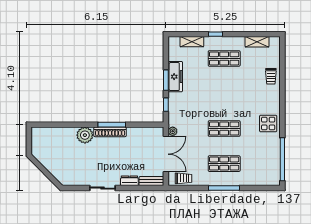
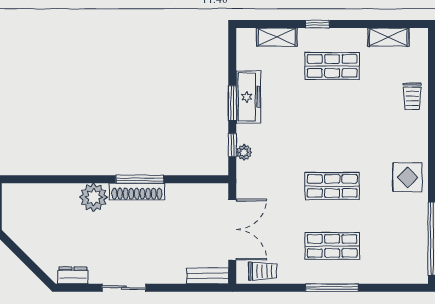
plant: (173, 131) -> (244, 152), moved
dresser: (129, 181) -> (73, 275), moved

